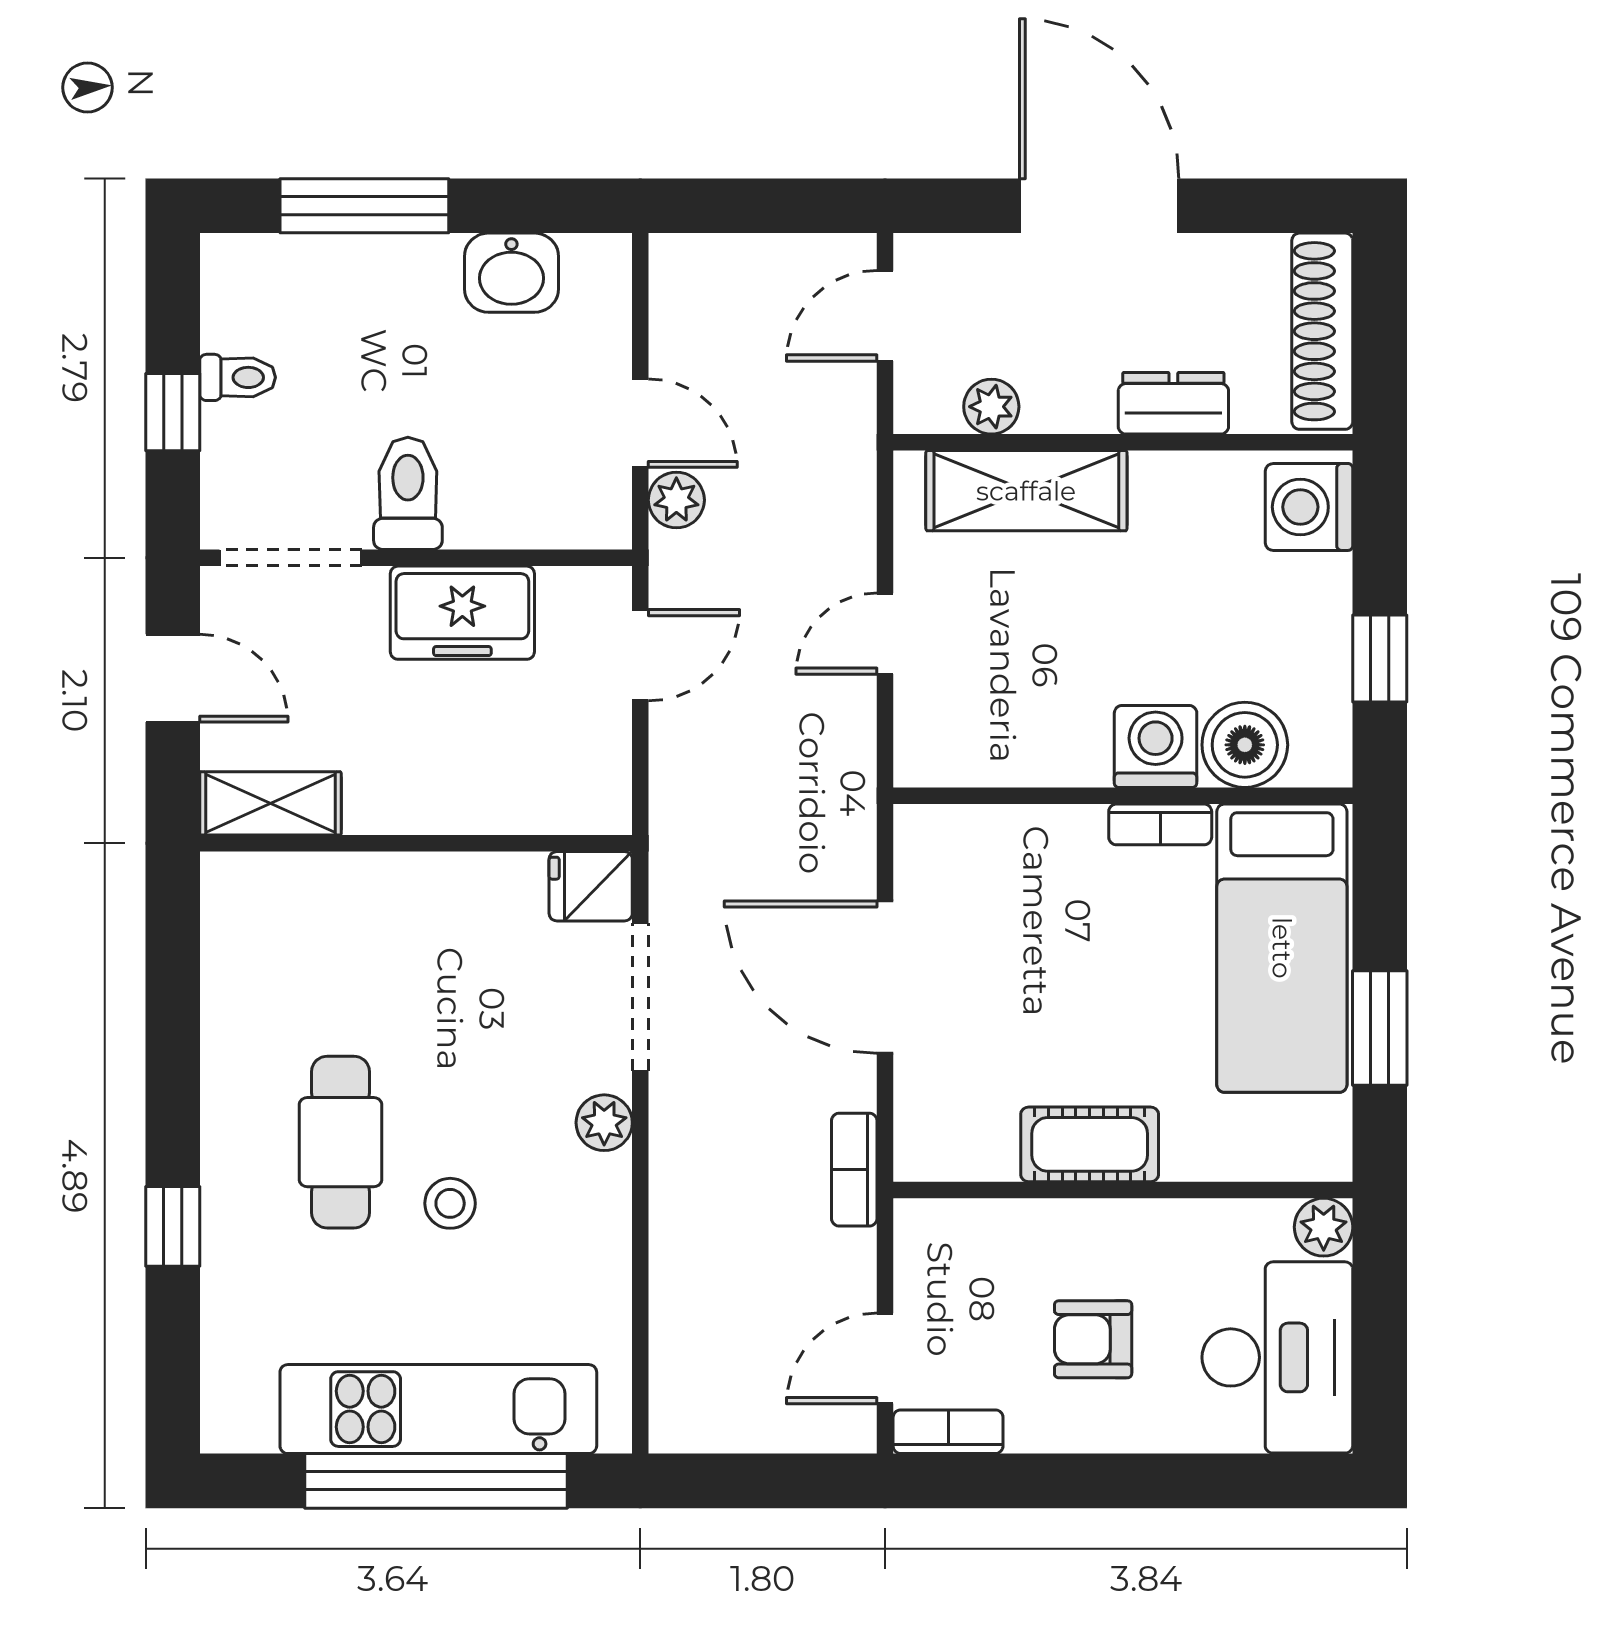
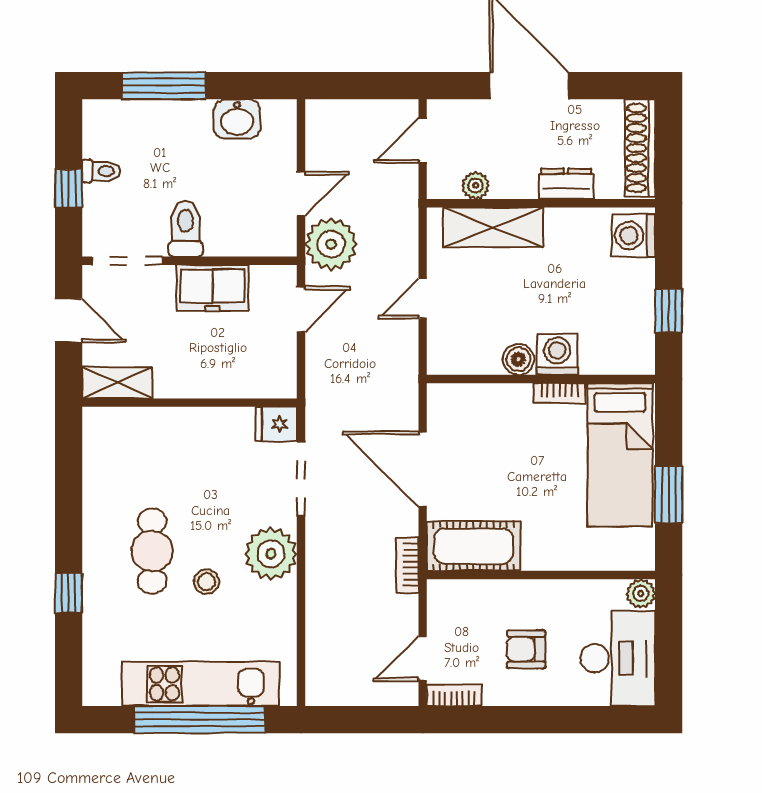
door: (640, 423) -> (301, 194), hinge flipped
plant: (676, 500) -> (331, 244), width x1.87, depth x1.87
boiler: (1245, 745) -> (518, 359), moved, width x0.73, depth x0.73
plant: (604, 1123) -> (271, 554), width x1.87, depth x1.87
cot: (1090, 1144) -> (474, 546), moved, width x1.37, depth x1.34

